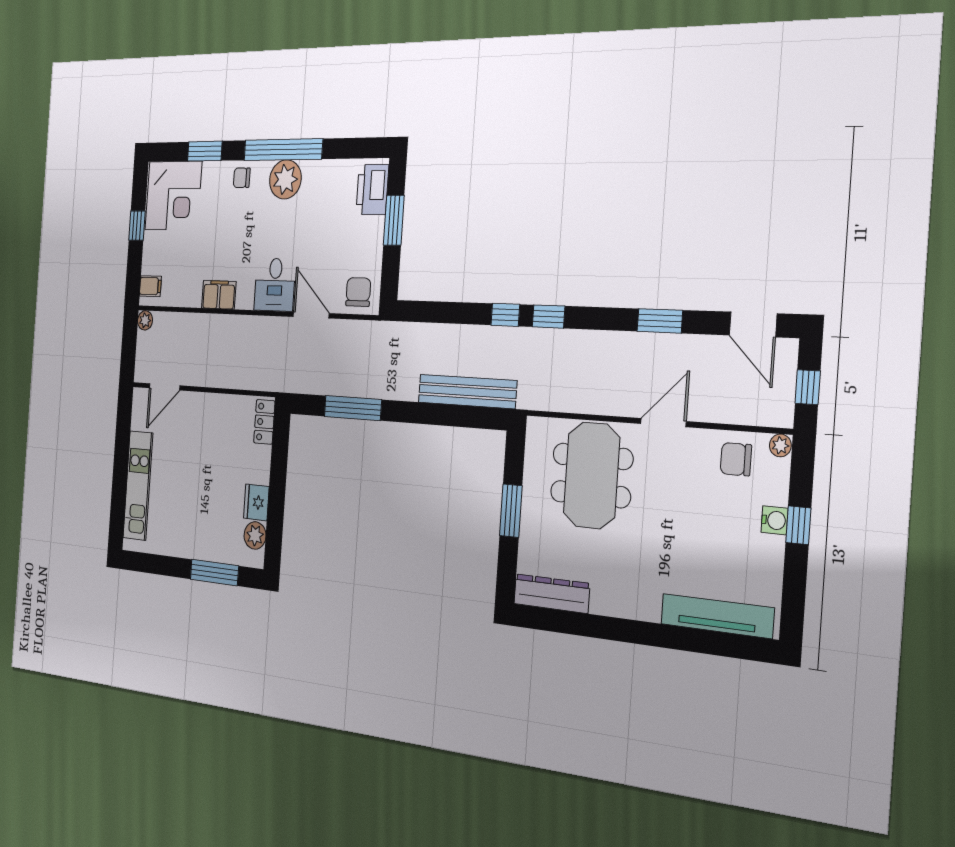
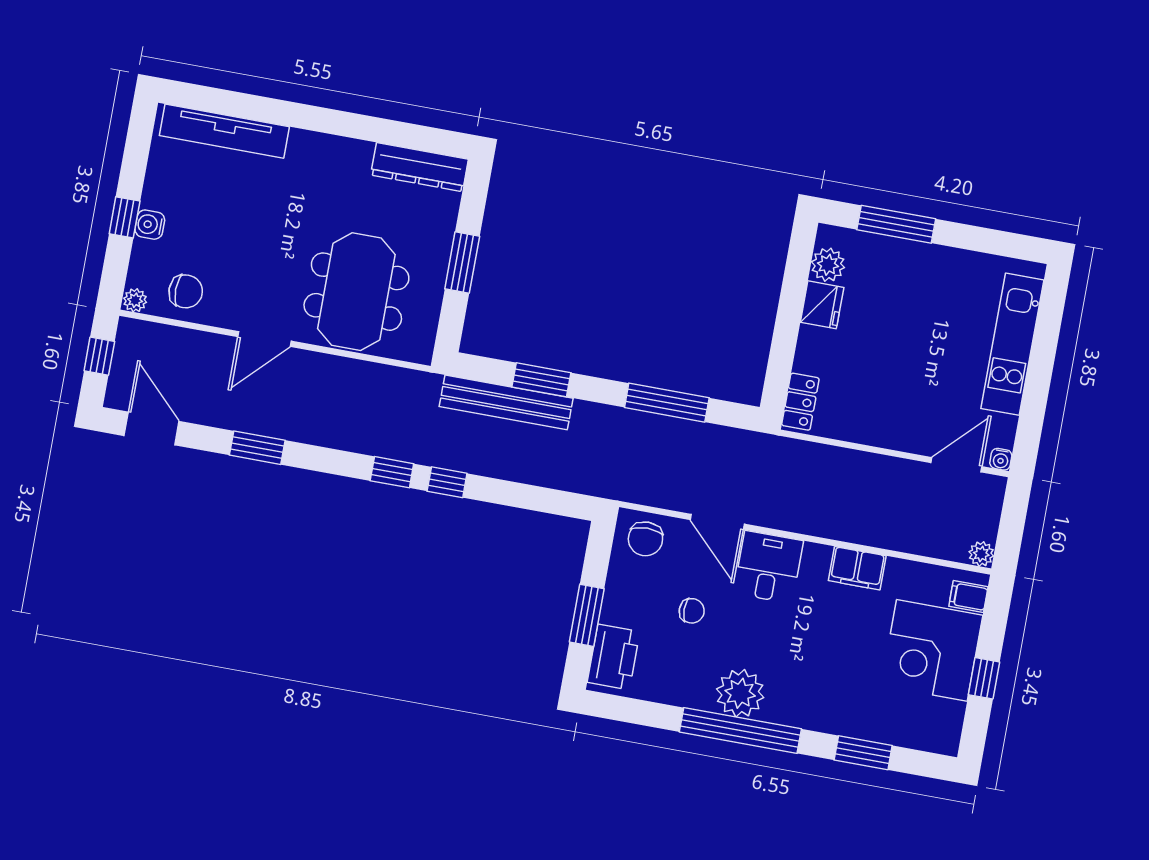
chair: (242, 178) -> (692, 611), moved
corner desk: (173, 196) -> (932, 650), moved, turned -90
water cooler: (139, 395) -> (1001, 459), added
window: (443, 415) -> (541, 380), added

